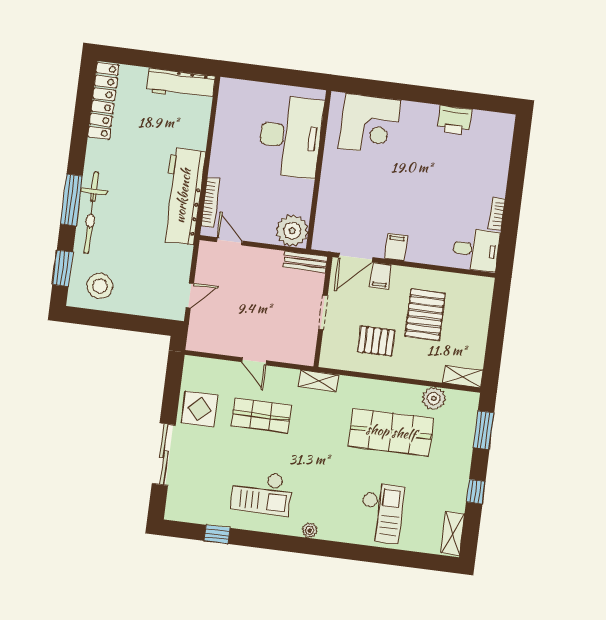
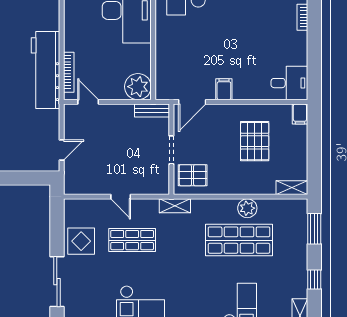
bookcase: (497, 214) -> (302, 17), moved
filing cabinet: (380, 276) -> (300, 114), moved
pallet: (376, 341) -> (193, 175), moved
plant: (434, 398) -> (247, 208), moved

